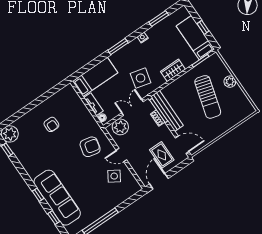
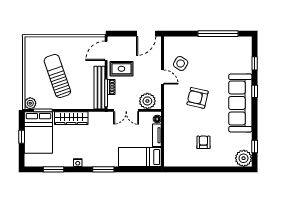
bed: (195, 38) -> (38, 133), width x1.50
wardrobe: (173, 70) -> (71, 118), width x1.50
side table: (141, 78) -> (103, 130), removed
plant: (230, 82) -> (30, 103), moved
sun lounger: (208, 97) -> (57, 76), turned -35
door: (182, 145) -> (106, 51), hinge flipped
armchair: (90, 147) -> (197, 98), moved
rug: (162, 155) -> (121, 69), moved, turned 90
sofa: (57, 198) -> (240, 103), moved

